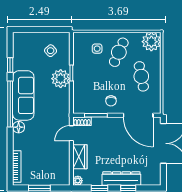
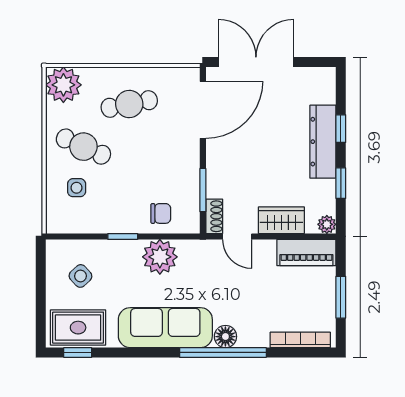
rug: (23, 49) -> (78, 328), added
window: (10, 65) -> (78, 352), moved
plant: (61, 79) -> (160, 257), moved
chair: (111, 101) -> (161, 213), moved
window: (10, 104) -> (223, 352), moved
piano: (63, 170) -> (306, 253), added

